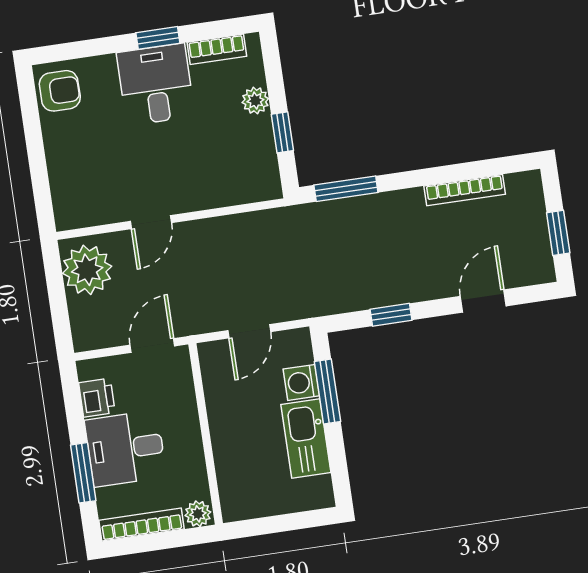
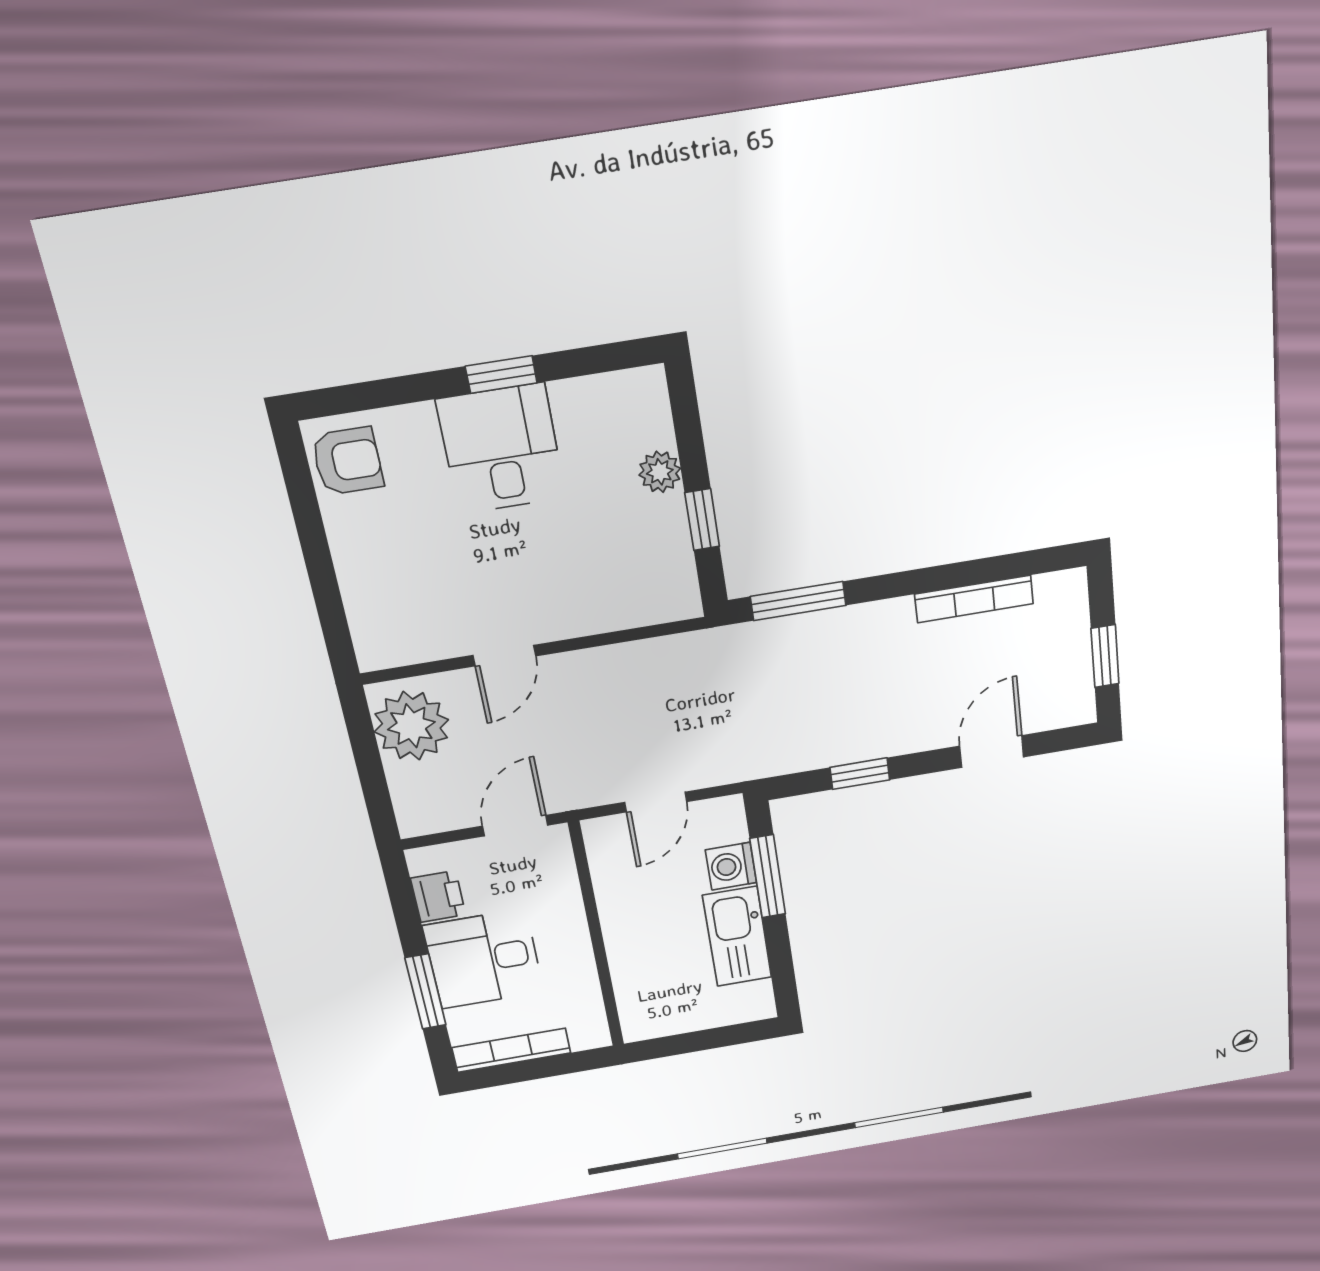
bookcase: (217, 49) -> (597, 392), removed
plant: (198, 514) -> (589, 1034), removed

